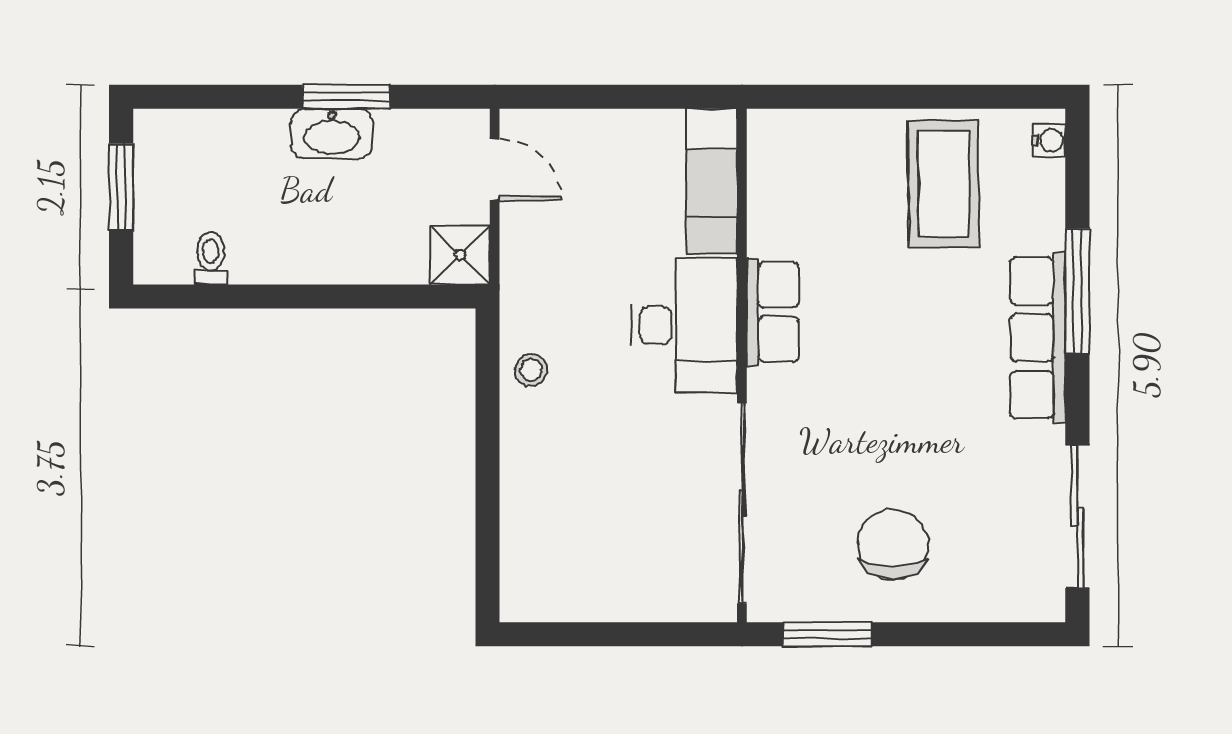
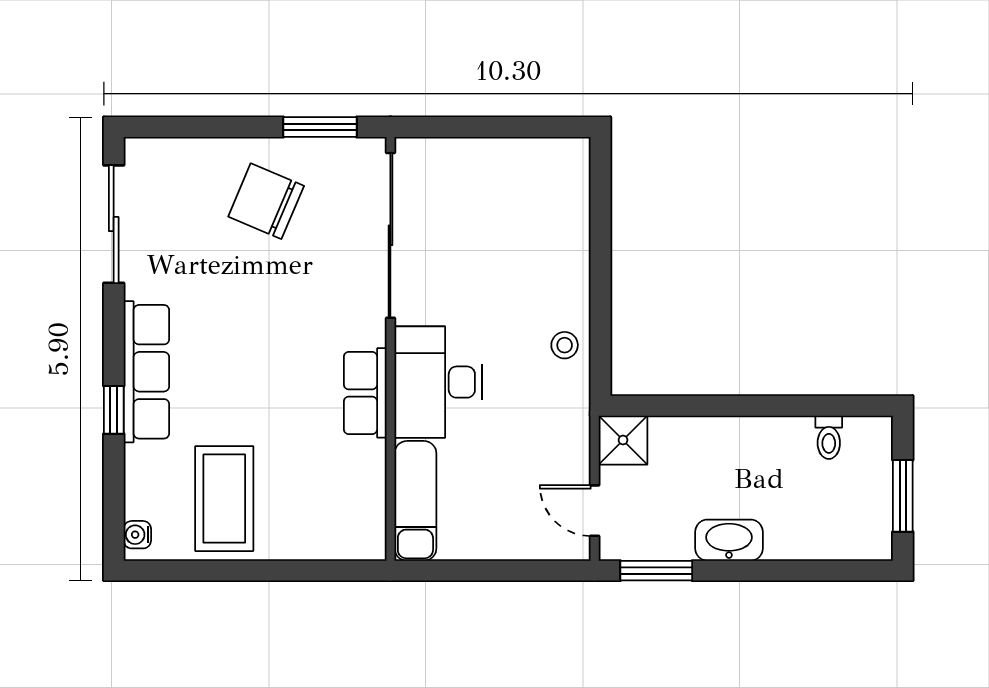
window: (346, 97) -> (656, 571), moved
window: (1077, 291) -> (114, 410), width x0.46
chair: (893, 544) -> (266, 201), turned 113

